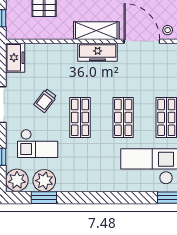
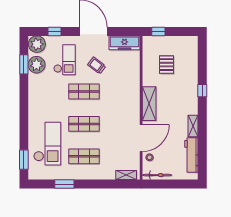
freezer: (98, 52) -> (133, 105), removed
freezer: (15, 58) -> (124, 43), width x1.40
checkout: (38, 143) -> (64, 60), turned 180

